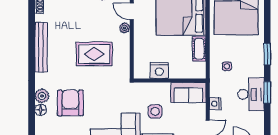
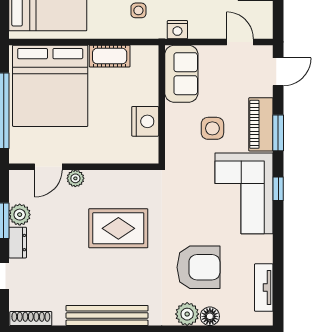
rug: (94, 54) -> (118, 228), turned 90
armchair: (70, 103) -> (198, 267), turned 180
nightstand: (215, 104) -> (177, 30), moved

